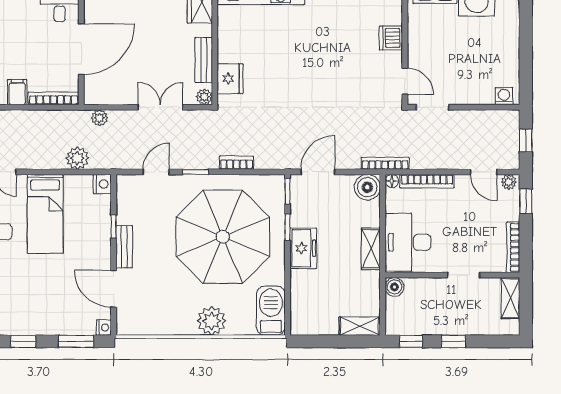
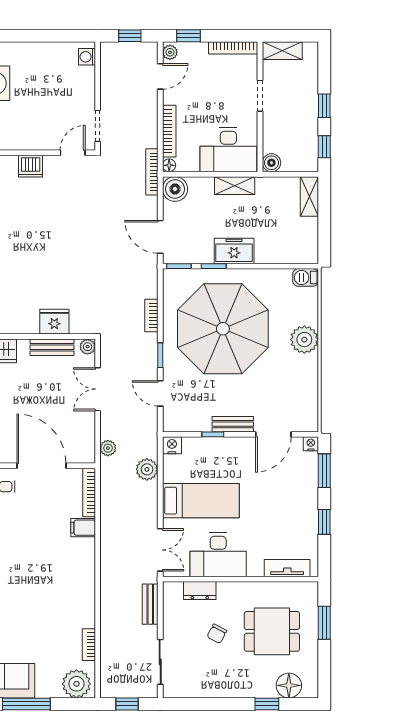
fridge: (230, 79) -> (54, 322), moved
barbecue: (271, 311) -> (306, 277), width x0.53, depth x0.65

